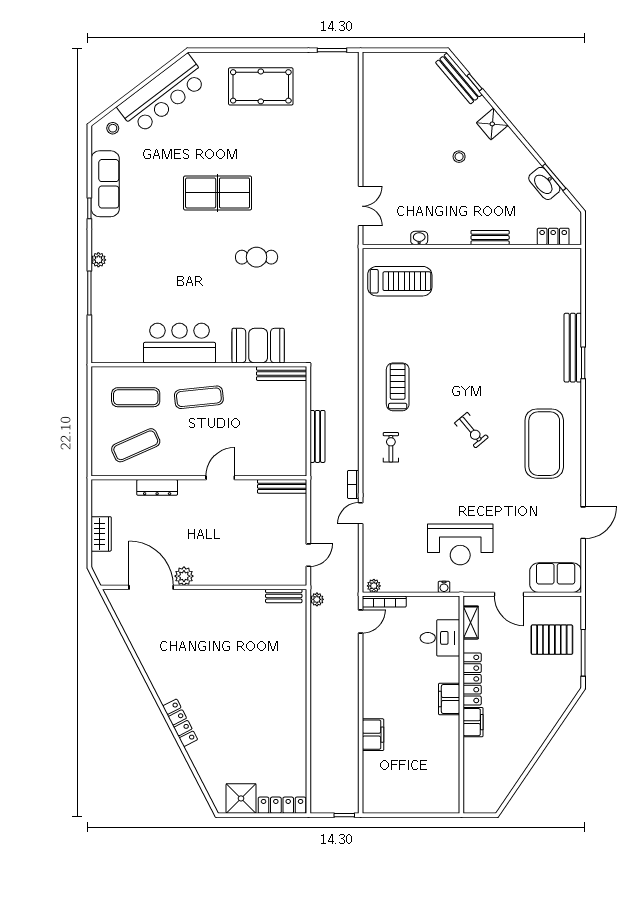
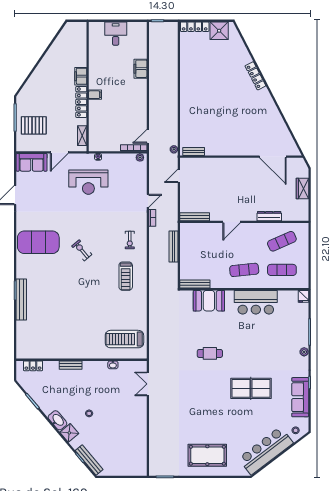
washbasin: (544, 183) -> (58, 420), moved
table tennis table: (218, 193) -> (251, 388), moved
fridge: (100, 353) -> (303, 296), added
exercise mat: (544, 444) -> (38, 242), turned 90
reception desk: (460, 544) -> (88, 182), turned 180
plant: (184, 576) -> (253, 163), removed
door: (509, 594) -> (59, 152), swing flipped
desk: (440, 638) -> (116, 34), moved, turned 90
filing cabinet: (449, 699) -> (95, 95), width x0.50

